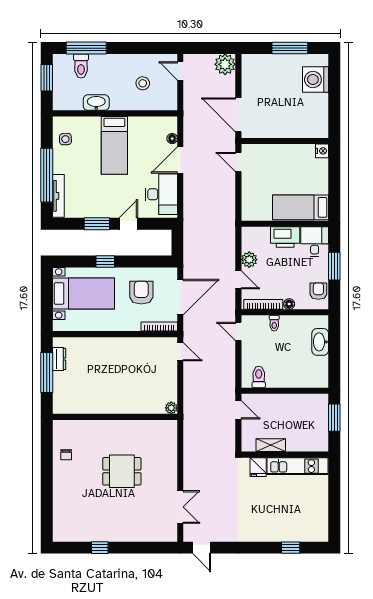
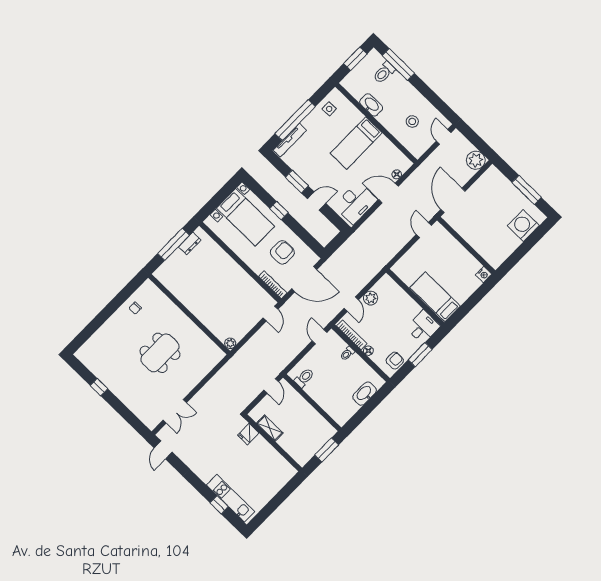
printer: (285, 237) -> (407, 306), removed
kitchen unit: (297, 466) -> (231, 498), moved, turned 180
dining table: (122, 471) -> (160, 353), width x1.38

